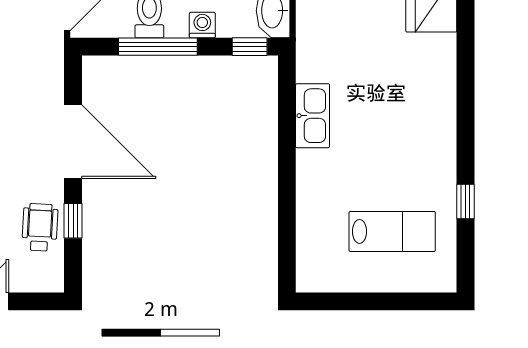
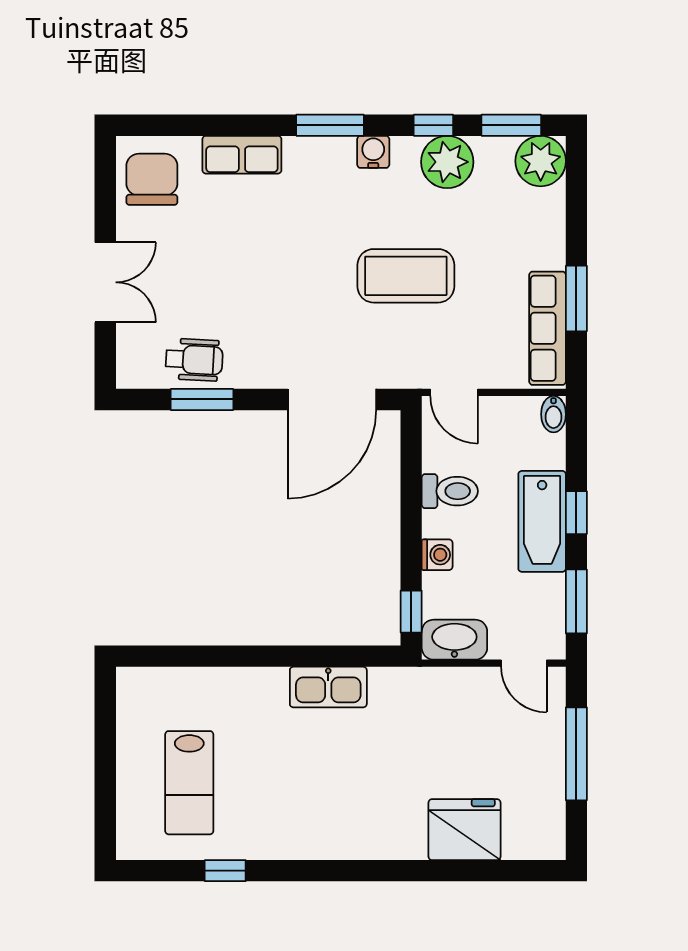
window: (158, 47) -> (411, 501), removed
door: (73, 142) -> (332, 399), moved
window: (73, 221) -> (202, 399), width x1.50

